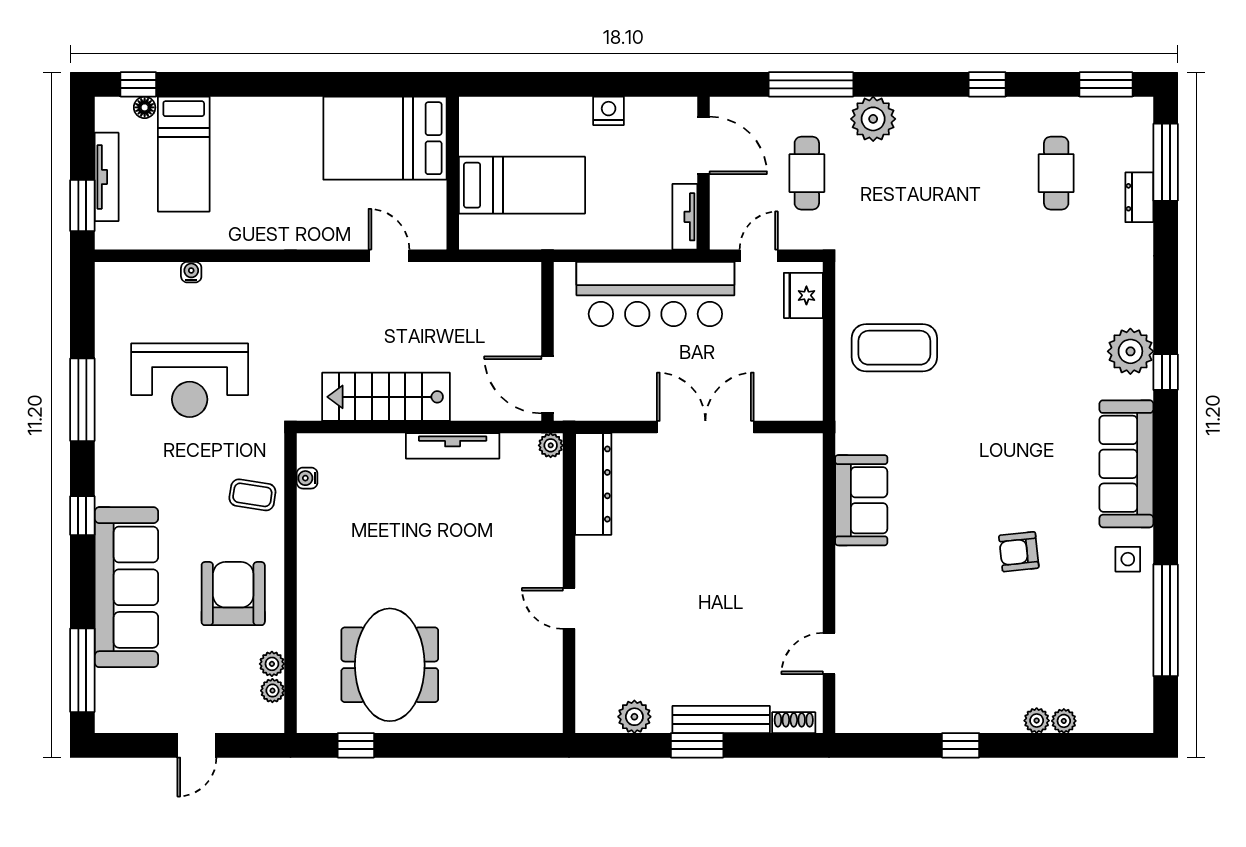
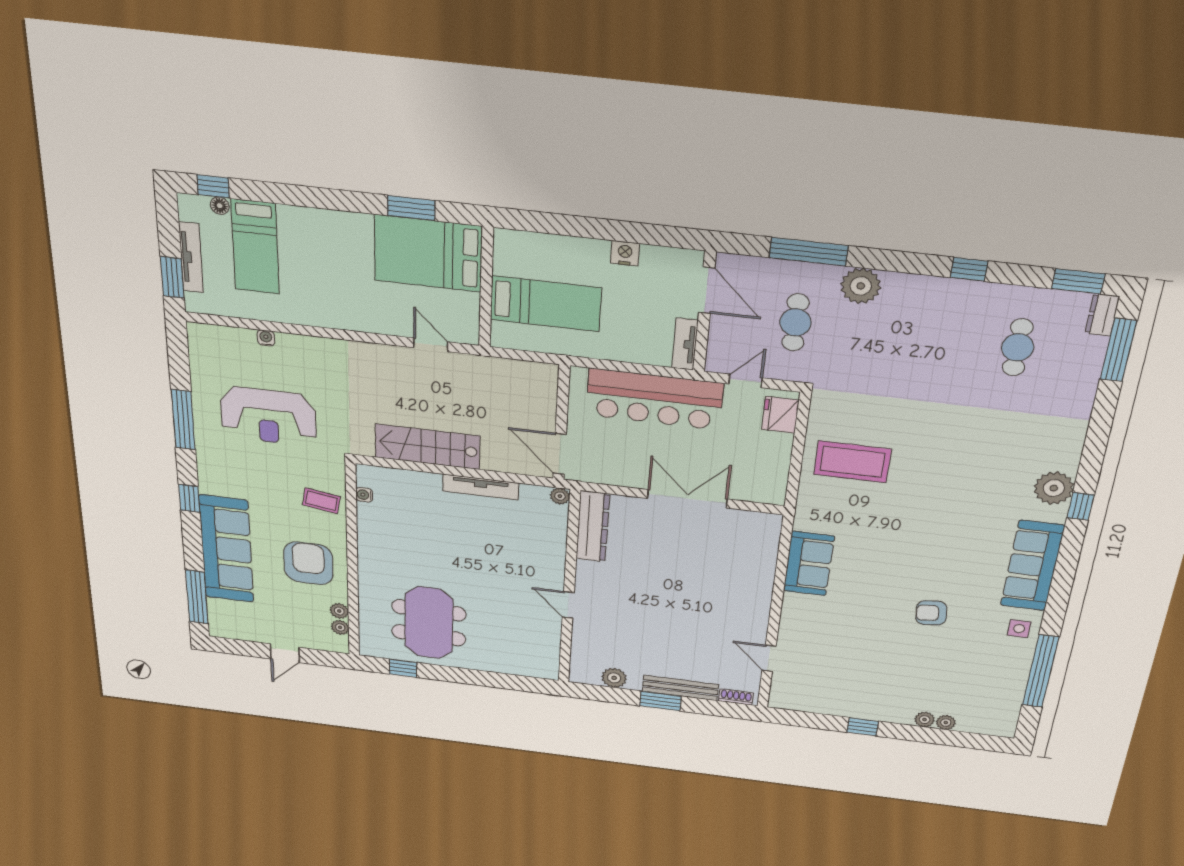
window: (366, 84) -> (411, 208), added
dresser: (1139, 197) -> (1102, 315), moved
door: (829, 654) -> (769, 658), hinge flipped

